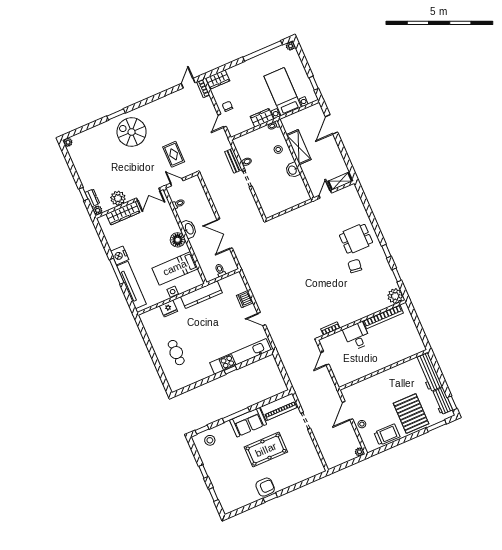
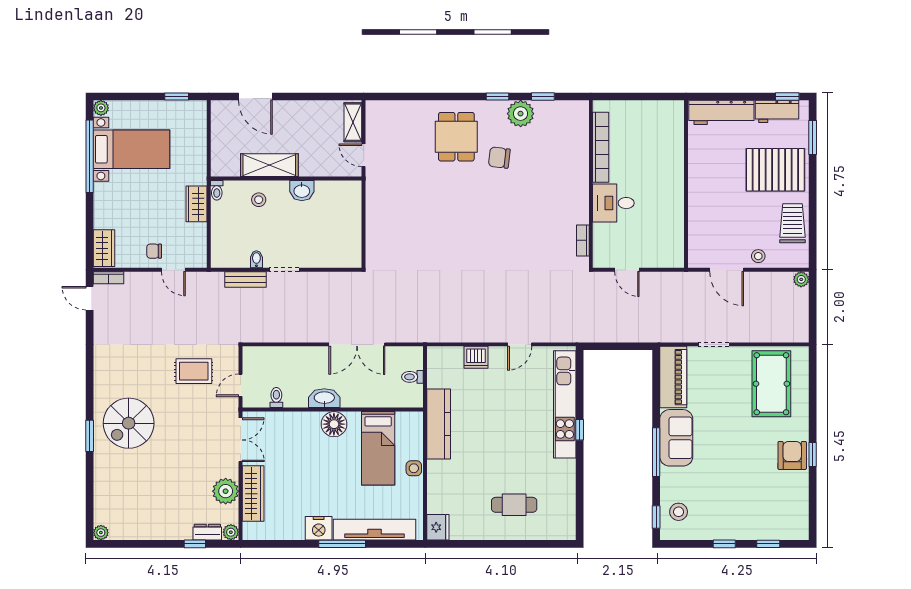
bed with nightstands: (283, 92) -> (131, 149), moved, turned 180
plant: (395, 296) -> (521, 114), moved
fridge: (168, 308) -> (438, 527), moved
pool table: (266, 450) -> (771, 384), moved

